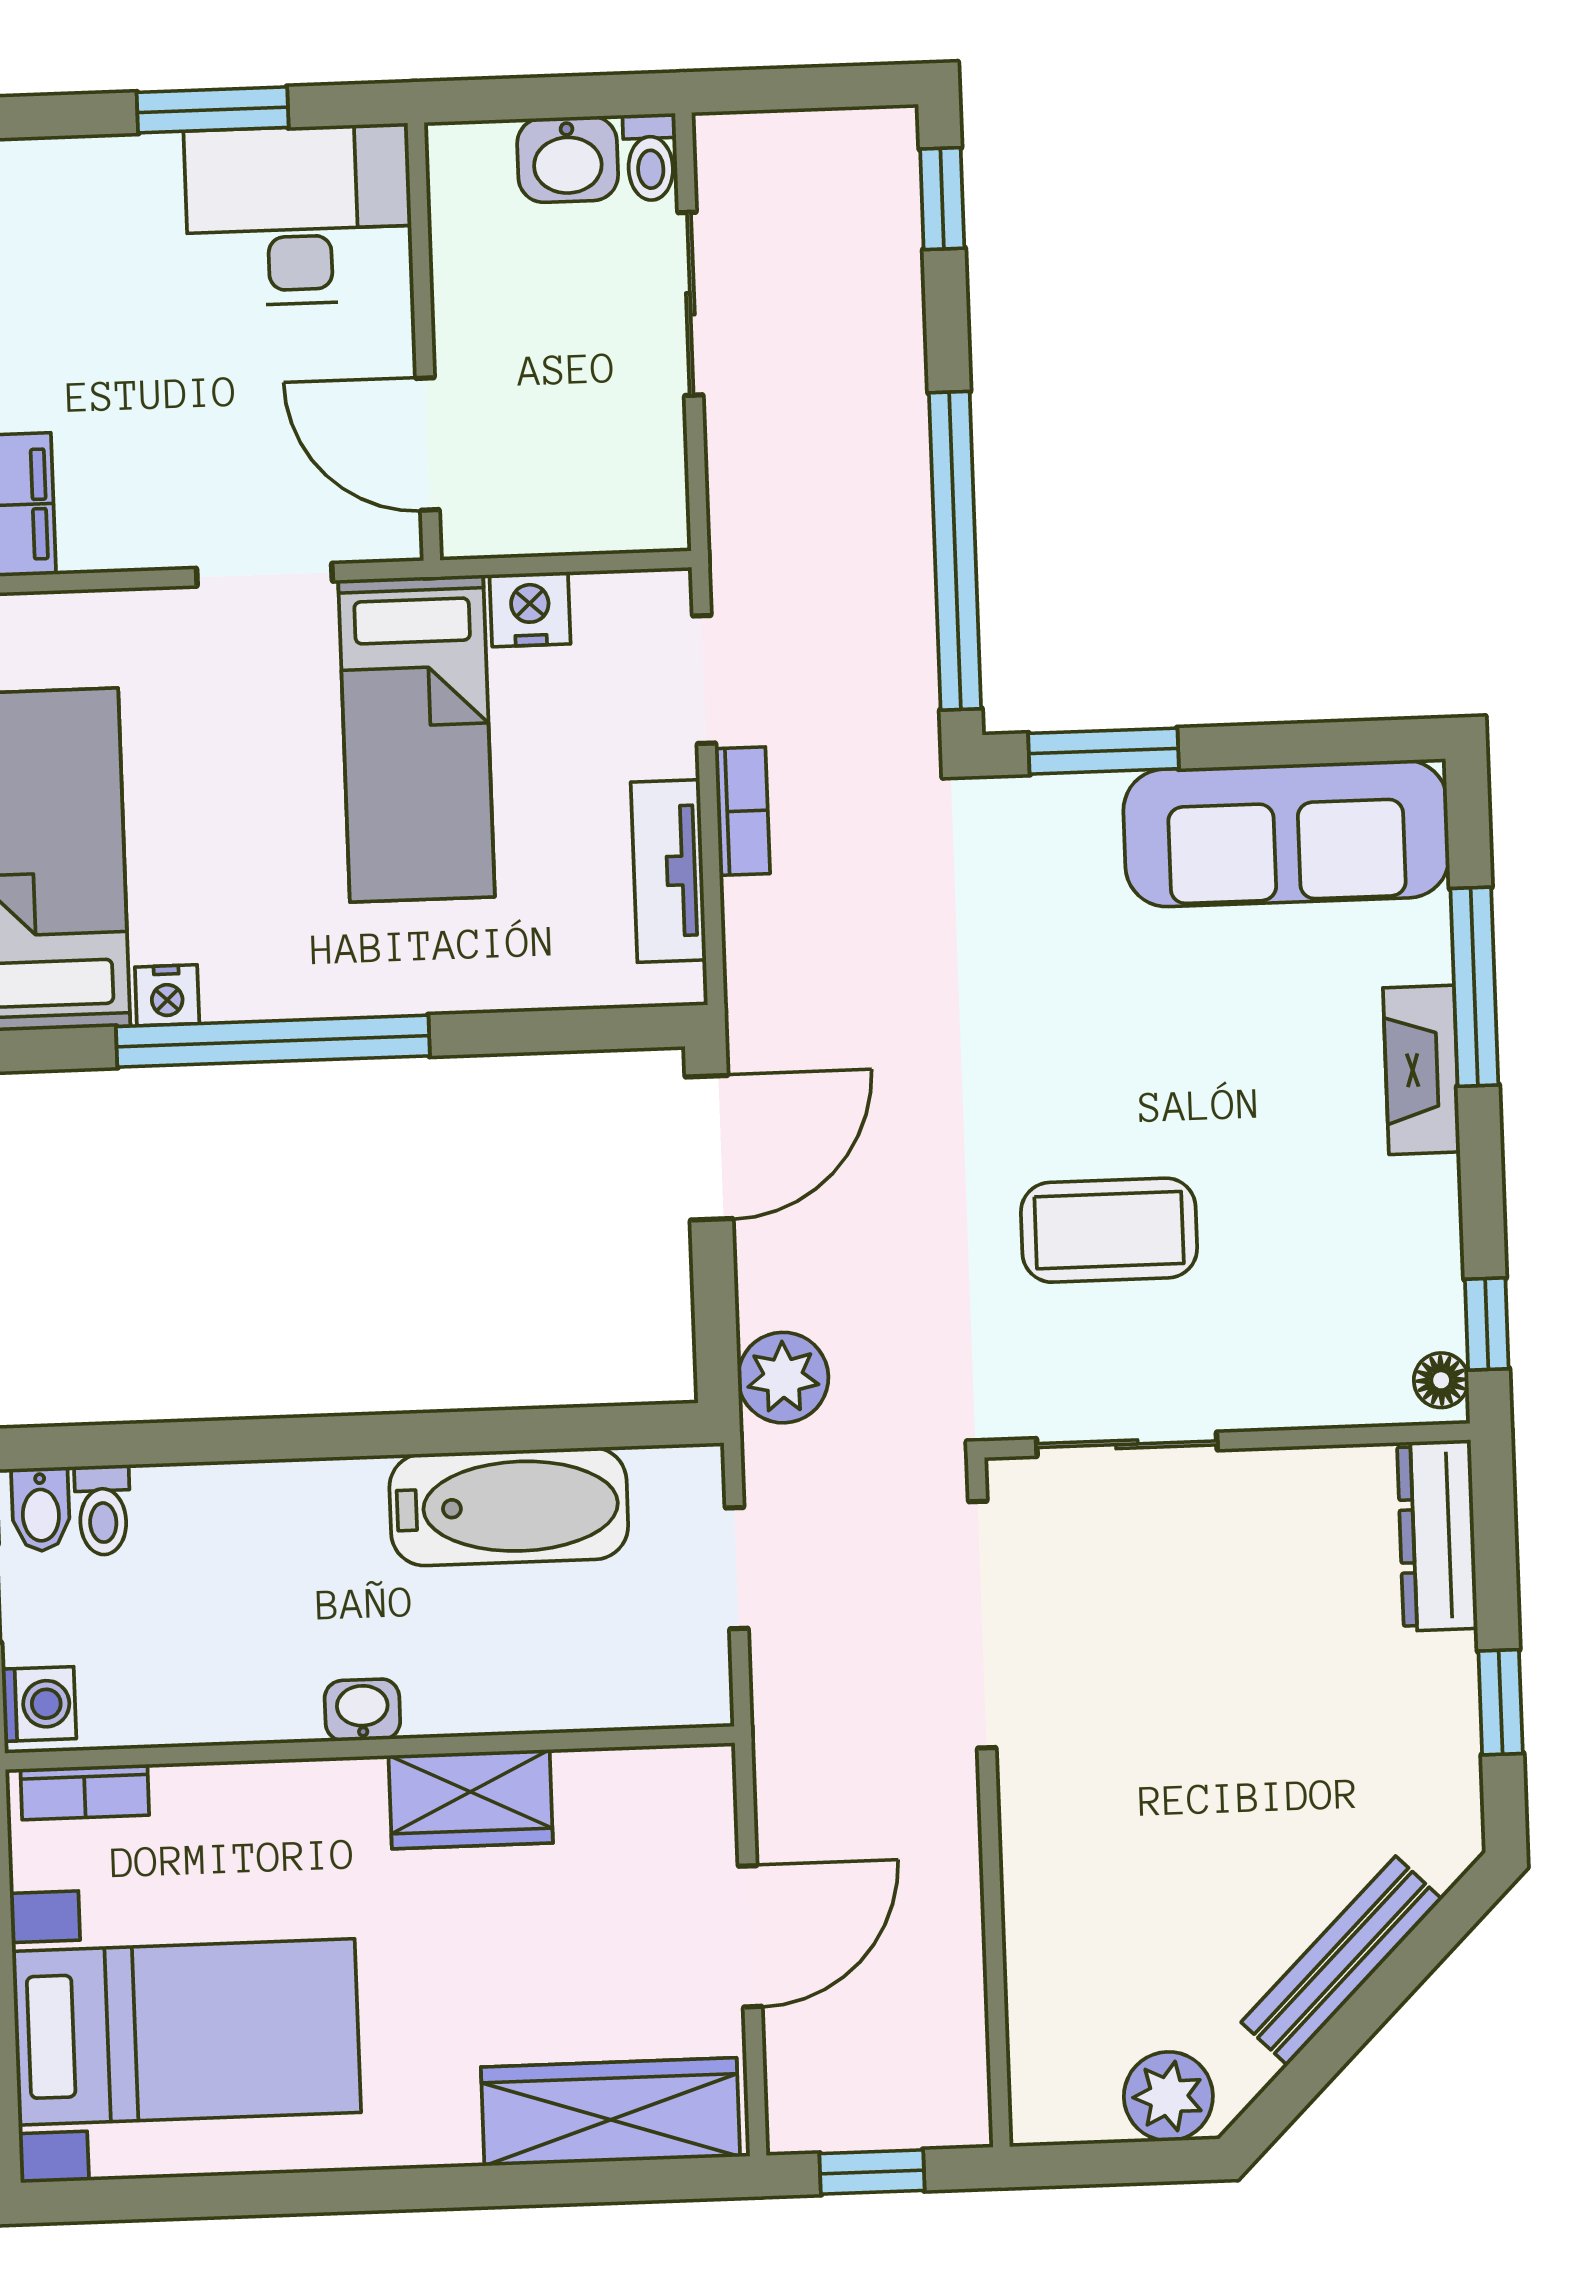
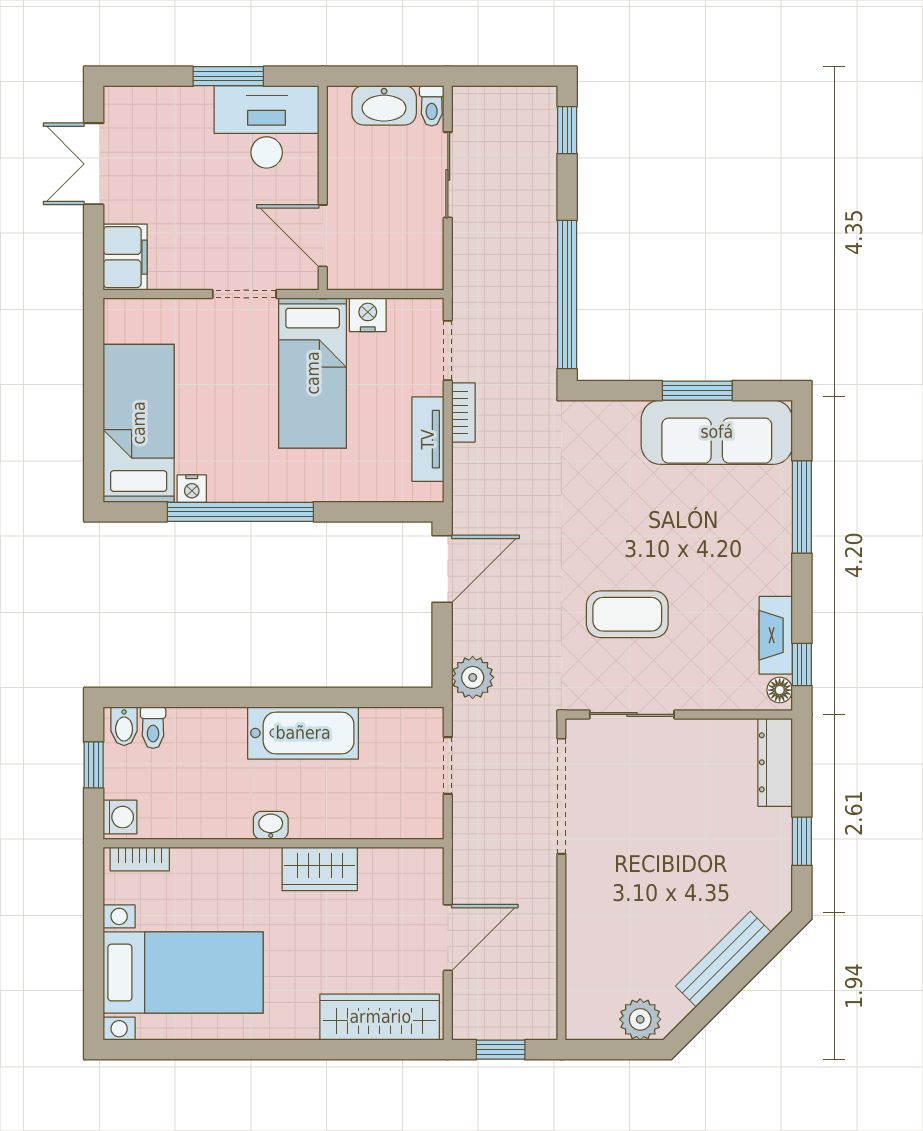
washbasin: (568, 159) -> (384, 105), width x1.38
window: (1103, 751) -> (697, 391), moved
fireplace: (1421, 1070) -> (776, 635), moved
bathtub: (509, 1507) -> (303, 733), moved

